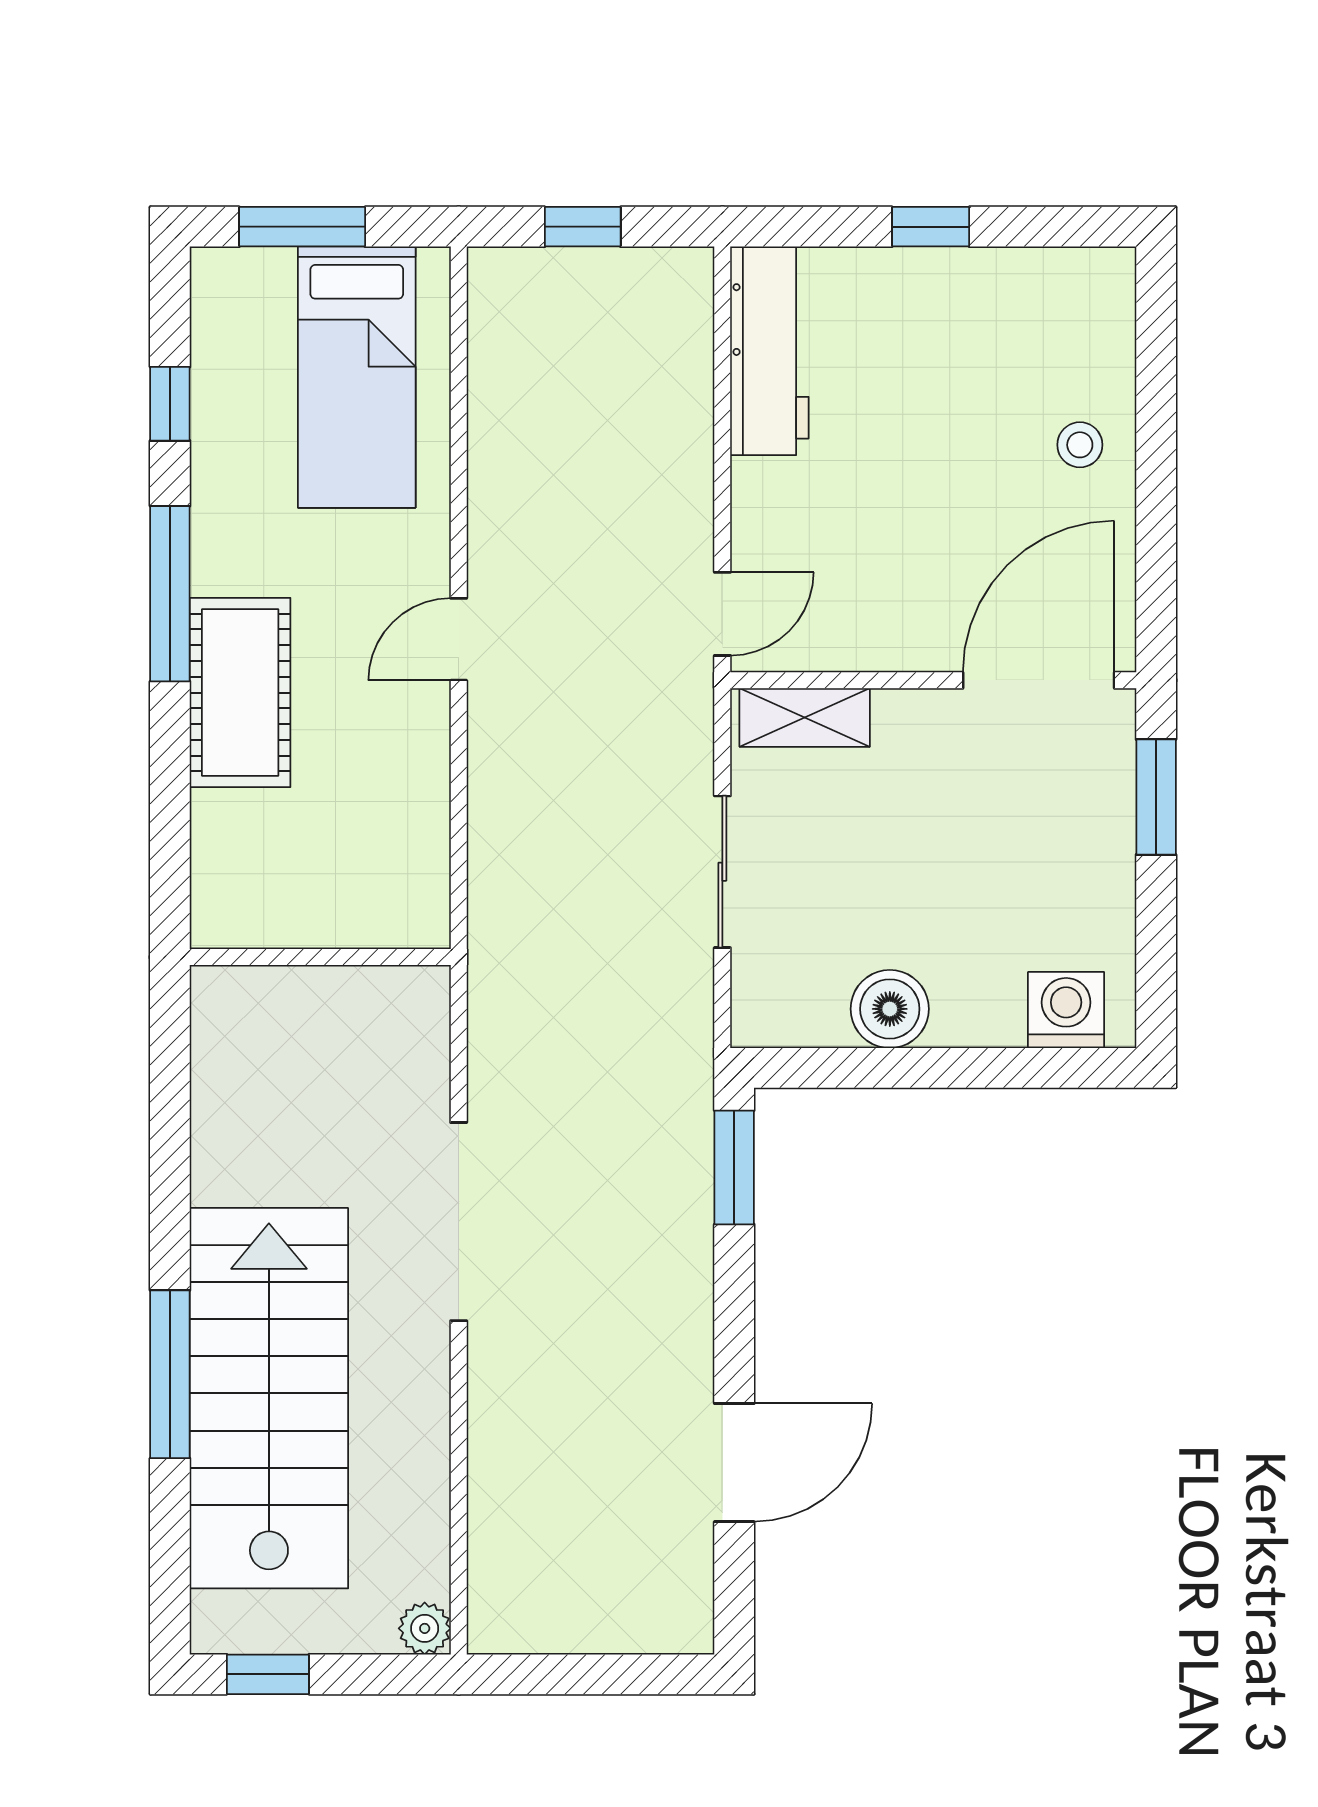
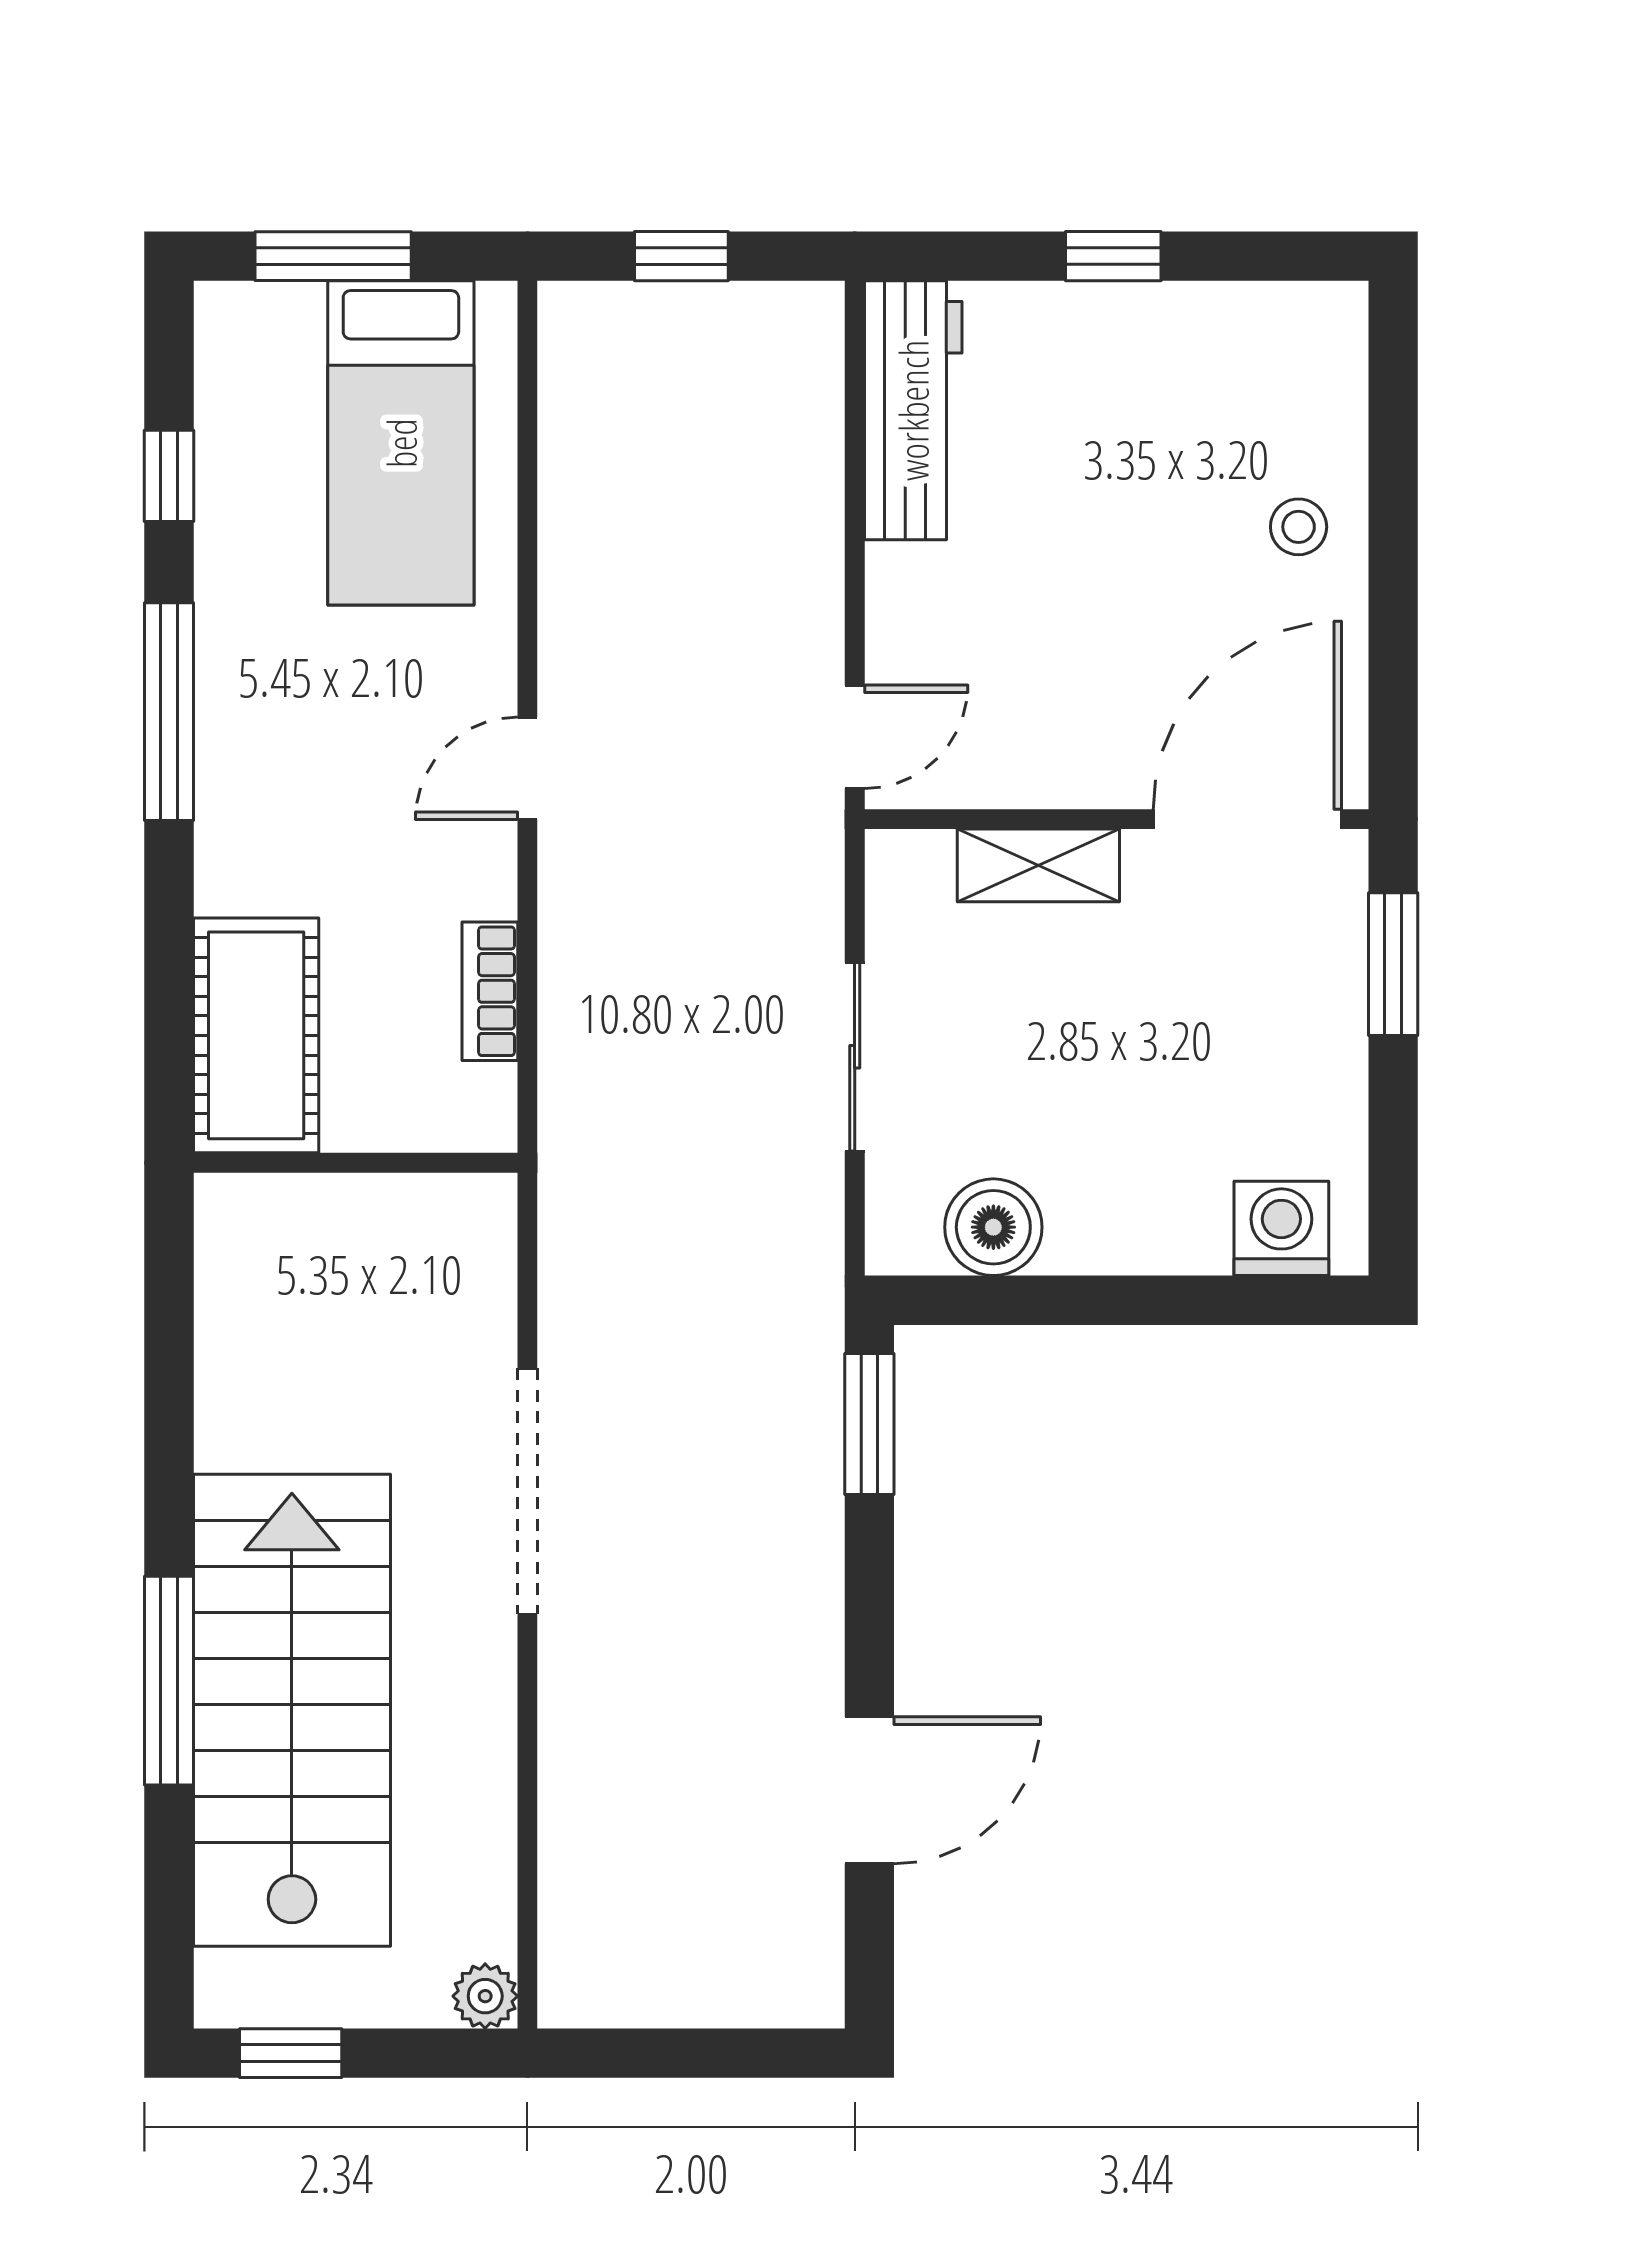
cot: (240, 693) -> (256, 1035), moved
shelving: (805, 717) -> (1038, 865), moved
bookcase: (428, 819) -> (490, 991), added
boiler: (890, 1009) -> (993, 1227), moved

